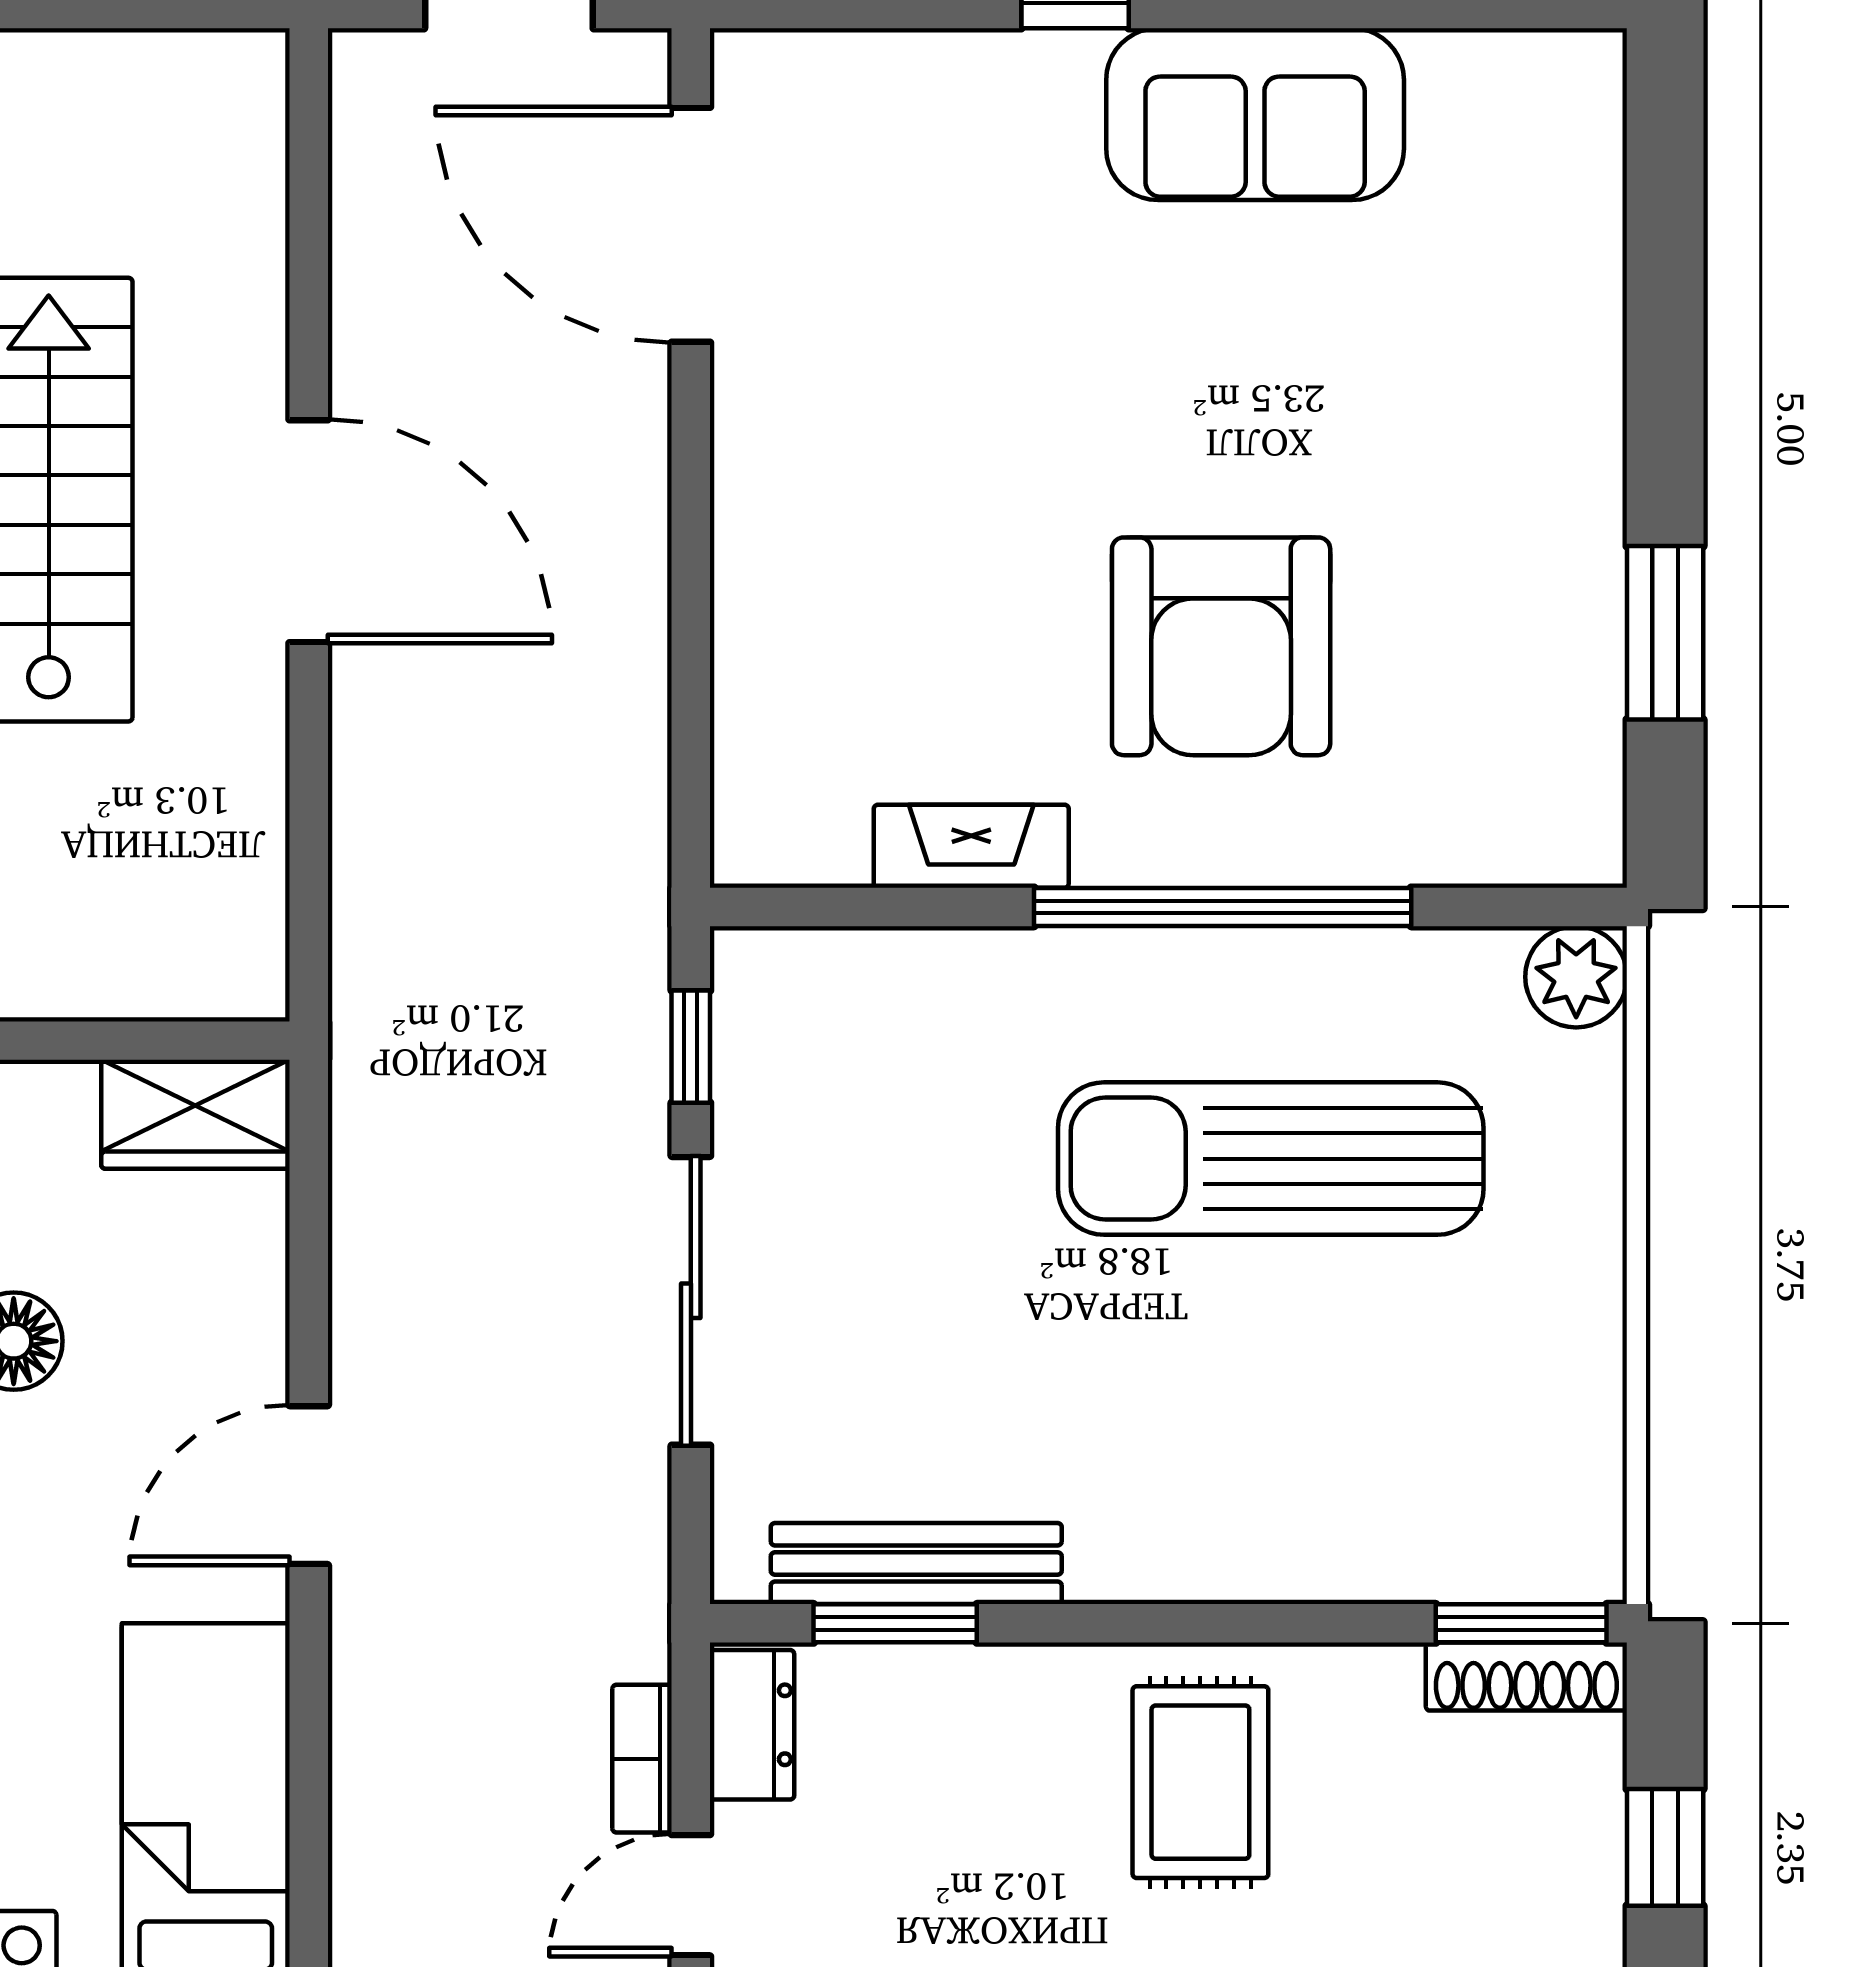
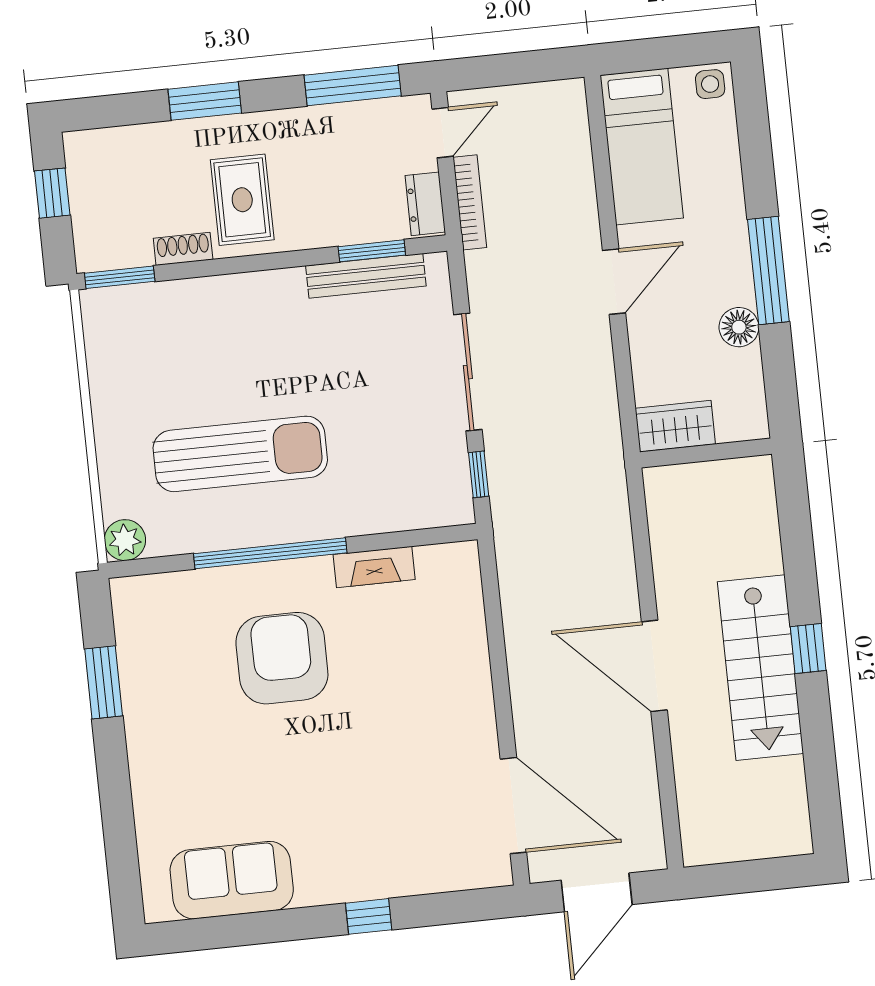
sofa: (1255, 114) -> (232, 880), moved
shoe rack: (1526, 1677) -> (183, 249), moved, width x0.70
bookcase: (642, 1759) -> (470, 202), width x1.56

